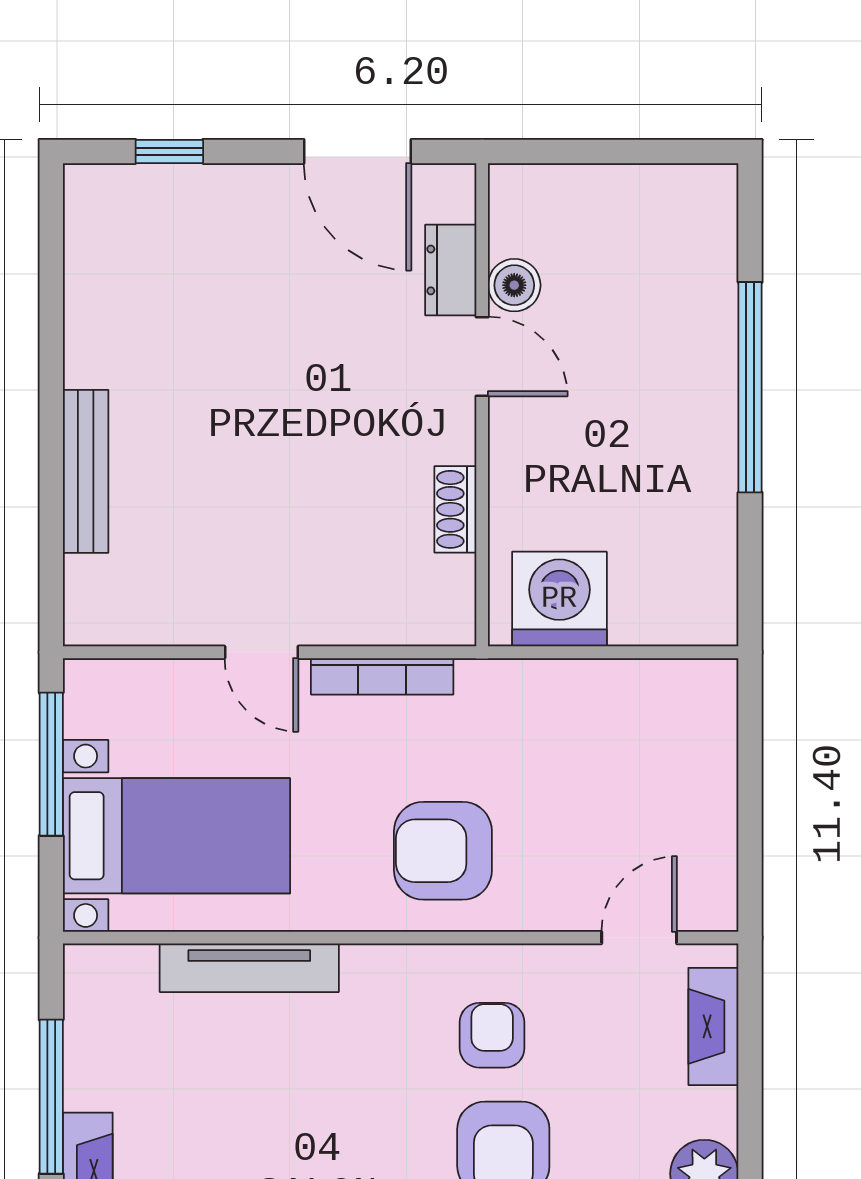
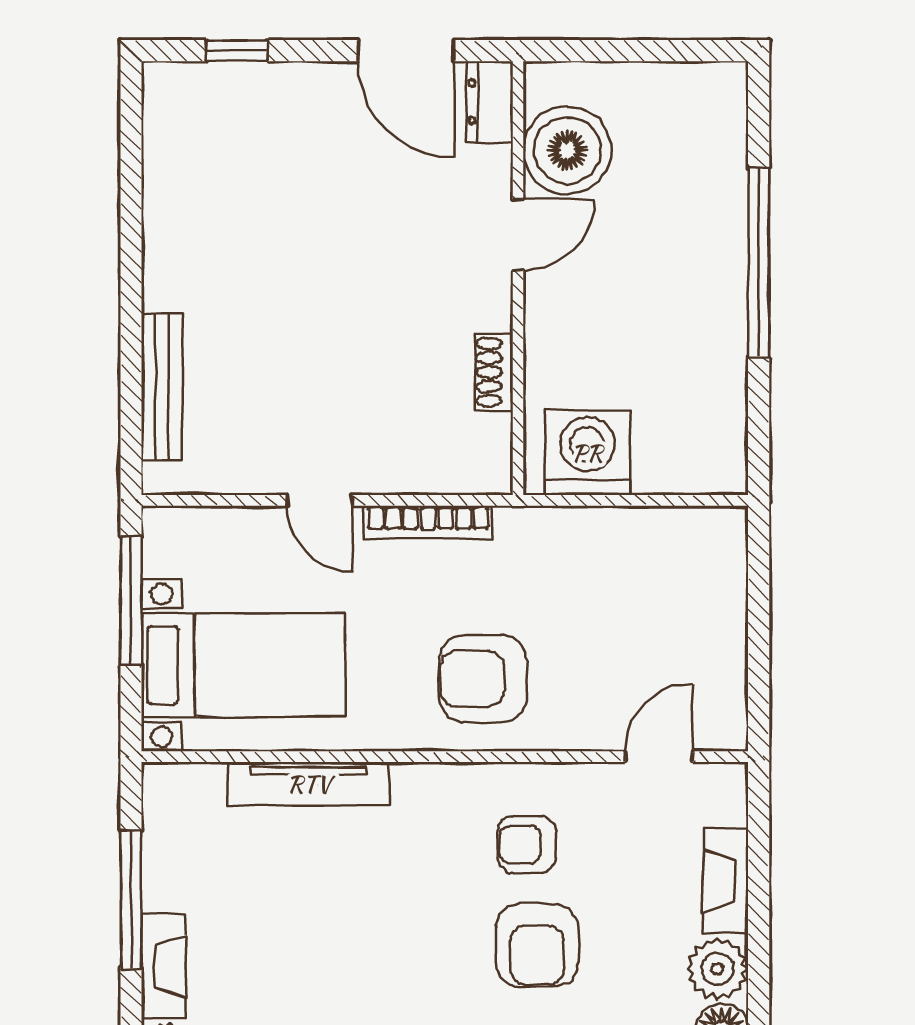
dresser: (451, 270) -> (490, 102), moved
boiler: (514, 285) -> (567, 150), width x1.86, depth x1.86
door: (482, 356) -> (518, 235), hinge flipped
bench: (86, 471) -> (162, 387), moved
fireplace: (713, 1026) -> (726, 881), moved
armchair: (492, 1035) -> (527, 844), turned -90

